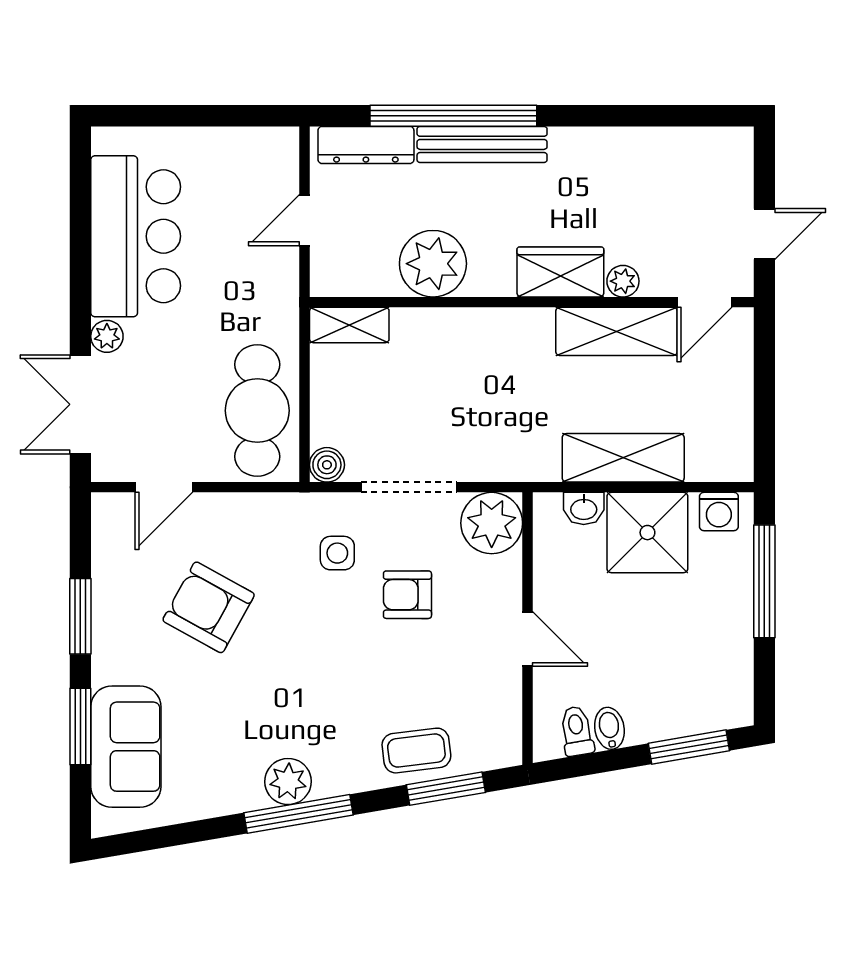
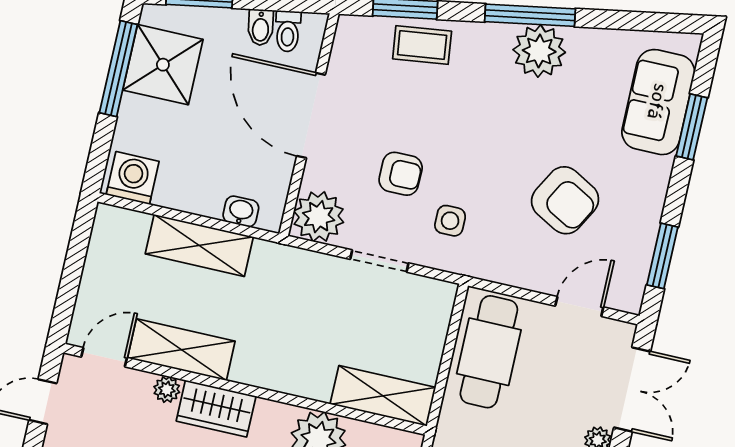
shelving: (349, 325) -> (383, 396), width x1.50, depth x1.33
boiler: (327, 465) -> (442, 295), removed
doorway: (409, 487) -> (379, 261), width x0.73
washing machine: (719, 512) -> (133, 178), width x1.38, depth x1.38
shower: (647, 533) -> (163, 65), moved
window: (764, 581) -> (118, 69), moved
window: (80, 616) -> (662, 256), moved
door: (527, 639) -> (311, 115), width x1.87
plant: (288, 782) -> (539, 51), width x1.36, depth x1.36

